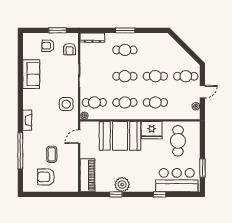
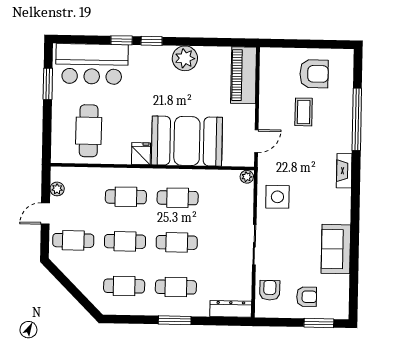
window: (58, 30) -> (319, 323), moved
cafe table: (94, 102) -> (124, 286), moved
fridge: (152, 130) -> (141, 154), width x0.53, depth x0.75
window: (116, 194) -> (152, 41), moved

